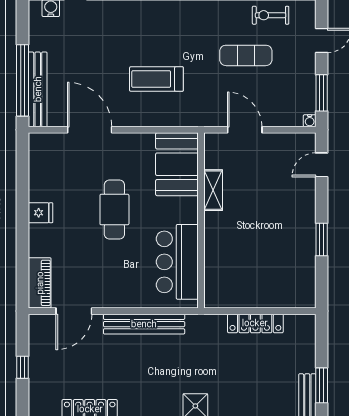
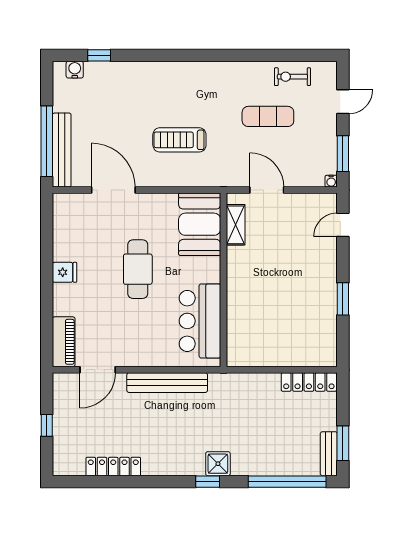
shelving: (213, 190) -> (236, 225), moved
locker: (255, 323) -> (309, 382), moved

